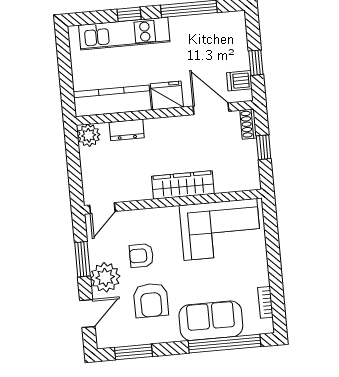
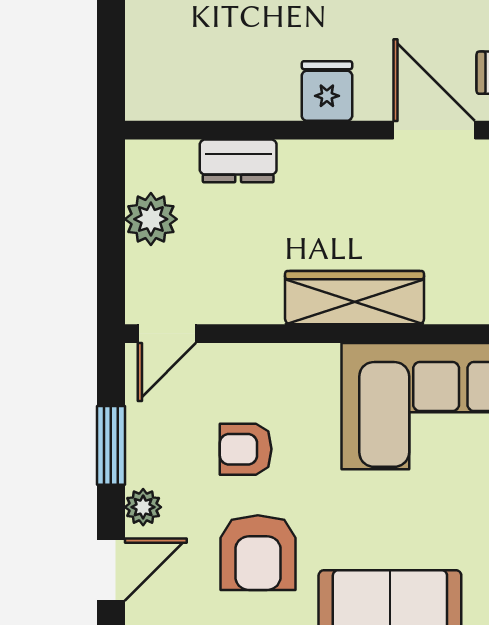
fridge: (167, 95) -> (327, 91), width x0.72
kitchen counter: (112, 101) -> (211, 92), removed
plant: (89, 135) -> (151, 219), moved
plant: (105, 277) -> (143, 507), width x0.53, depth x0.53

